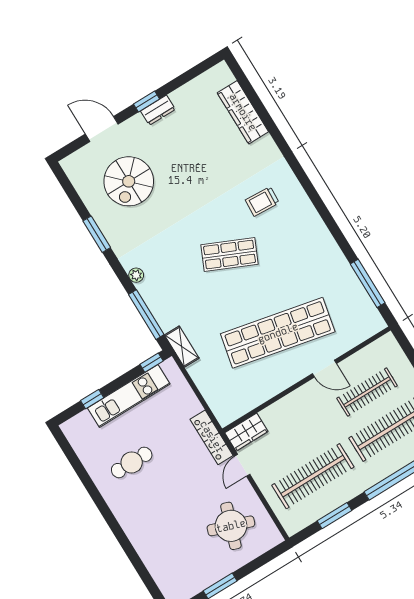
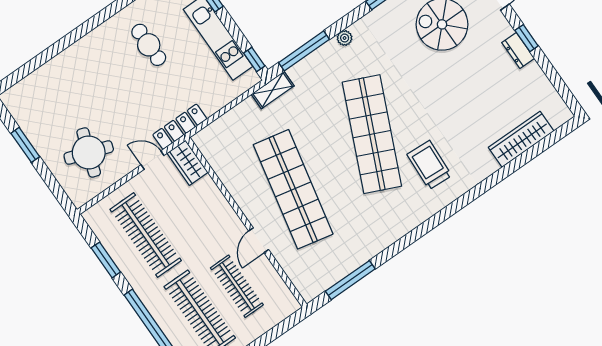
trolley: (262, 201) -> (429, 165), width x1.36, depth x1.39
shop shelf: (230, 254) -> (372, 134), width x2.00, depth x1.36

